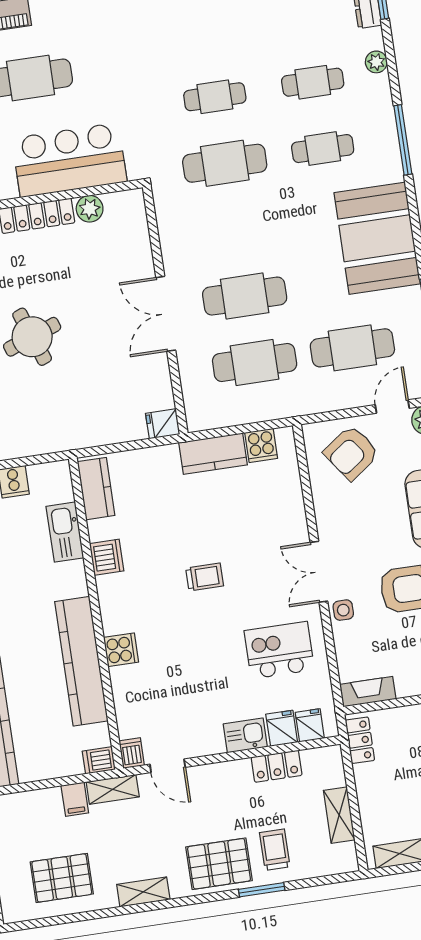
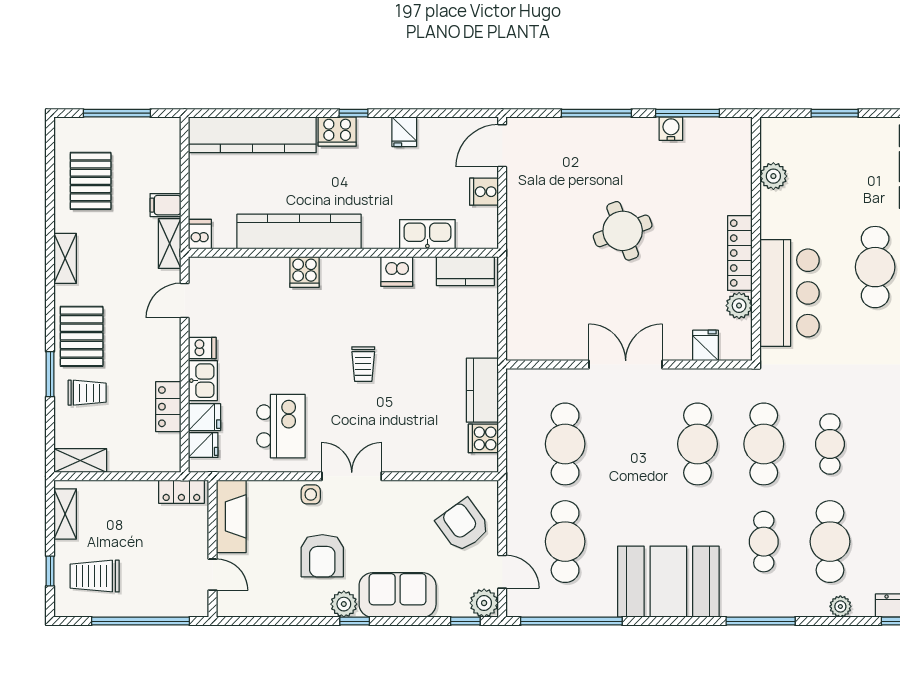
cafe table: (313, 82) -> (830, 542), width x1.37, depth x1.35
cafe table: (245, 296) -> (698, 444), moved
fridge: (163, 424) -> (705, 345), moved
fireplace: (368, 692) -> (231, 516), width x1.37, depth x1.32
dishwasher: (132, 753) -> (202, 348), moved
shelving: (339, 815) -> (80, 461), moved

